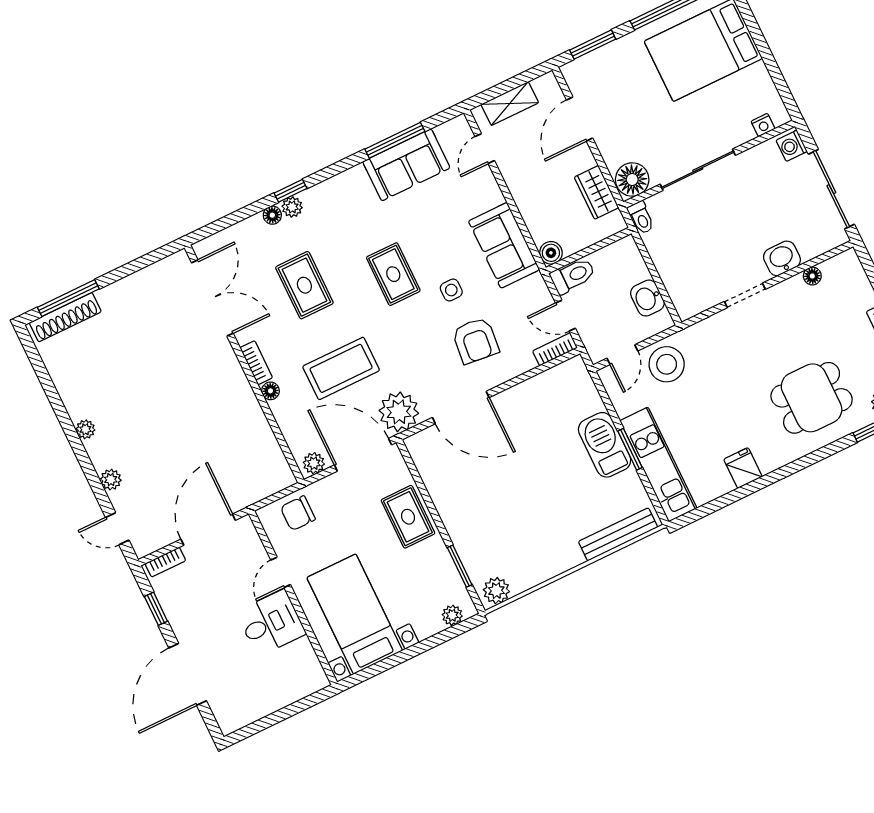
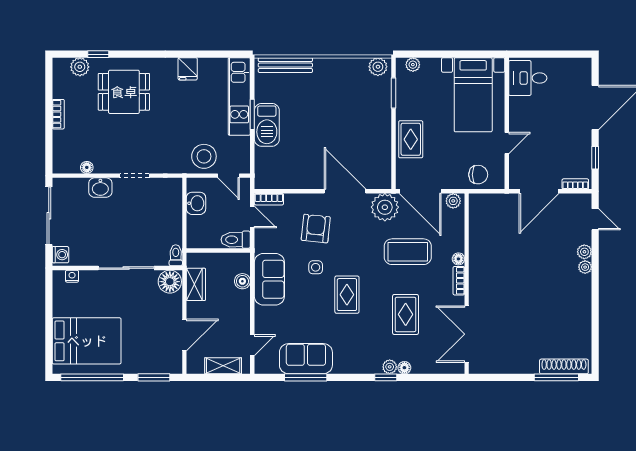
boiler: (551, 253) -> (242, 281), moved
door: (622, 355) -> (229, 176), swing flipped
plant: (85, 429) -> (585, 267), moved
desk: (271, 623) -> (528, 78), moved

